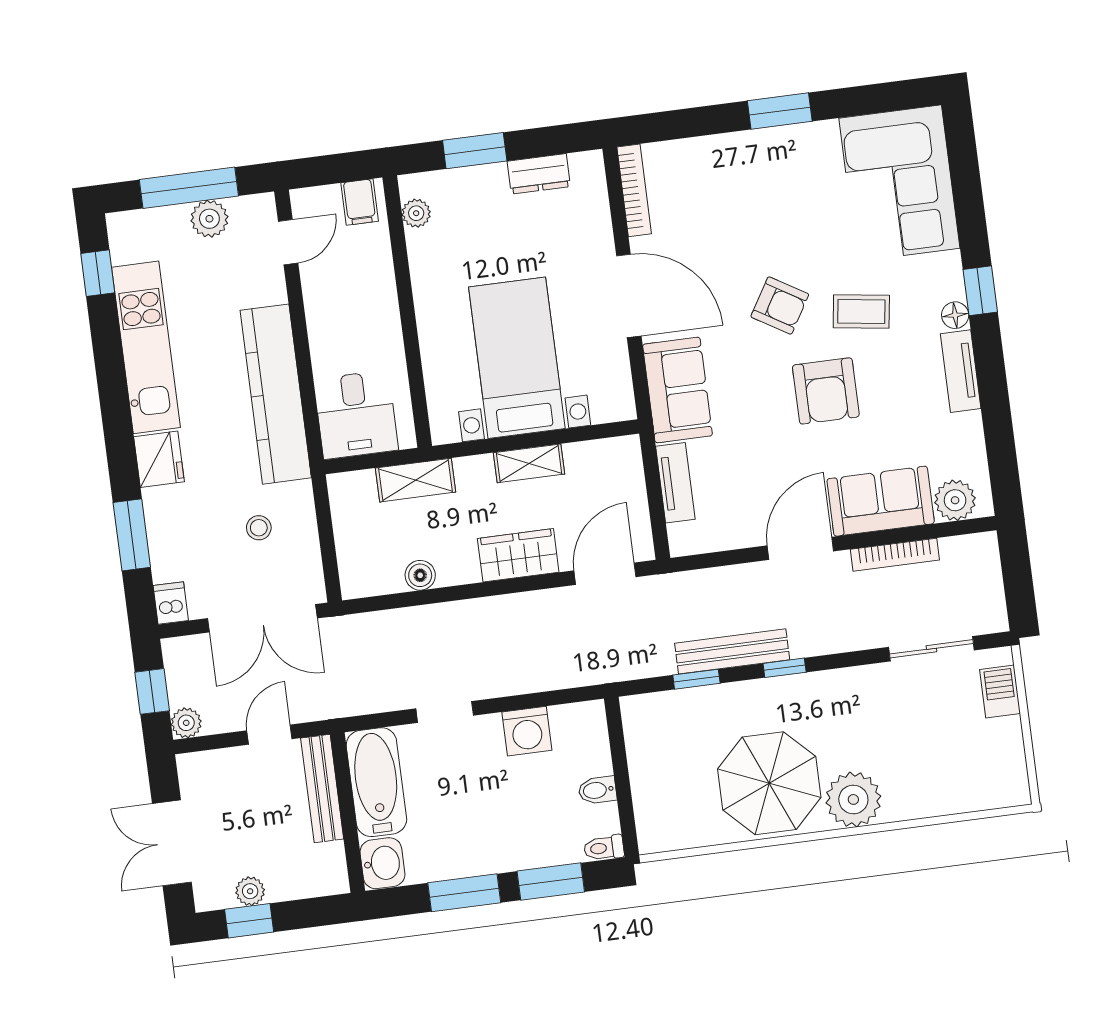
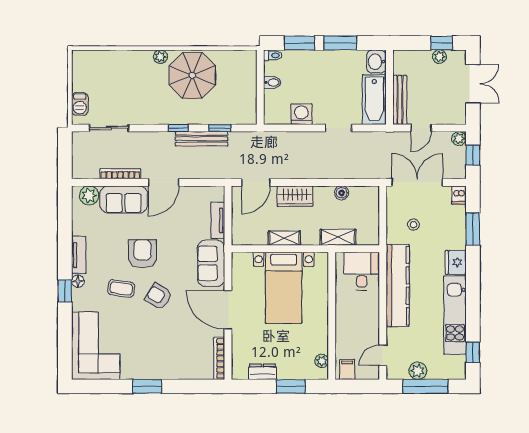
plant: (853, 799) -> (160, 57), width x0.53, depth x0.53

